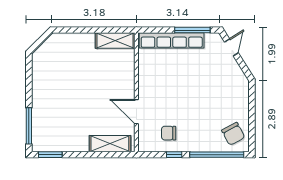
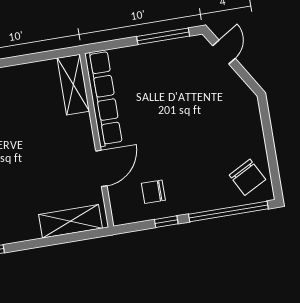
row of seats: (172, 40) -> (103, 98), moved, turned -90
shelving: (115, 41) -> (73, 85), moved, turned 90
door: (136, 112) -> (101, 168), swing flipped

